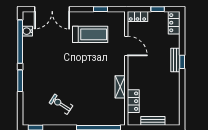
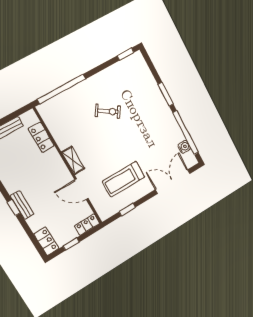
shelving: (120, 87) -> (73, 160), moved
exercise bike: (61, 104) -> (108, 111), moved

